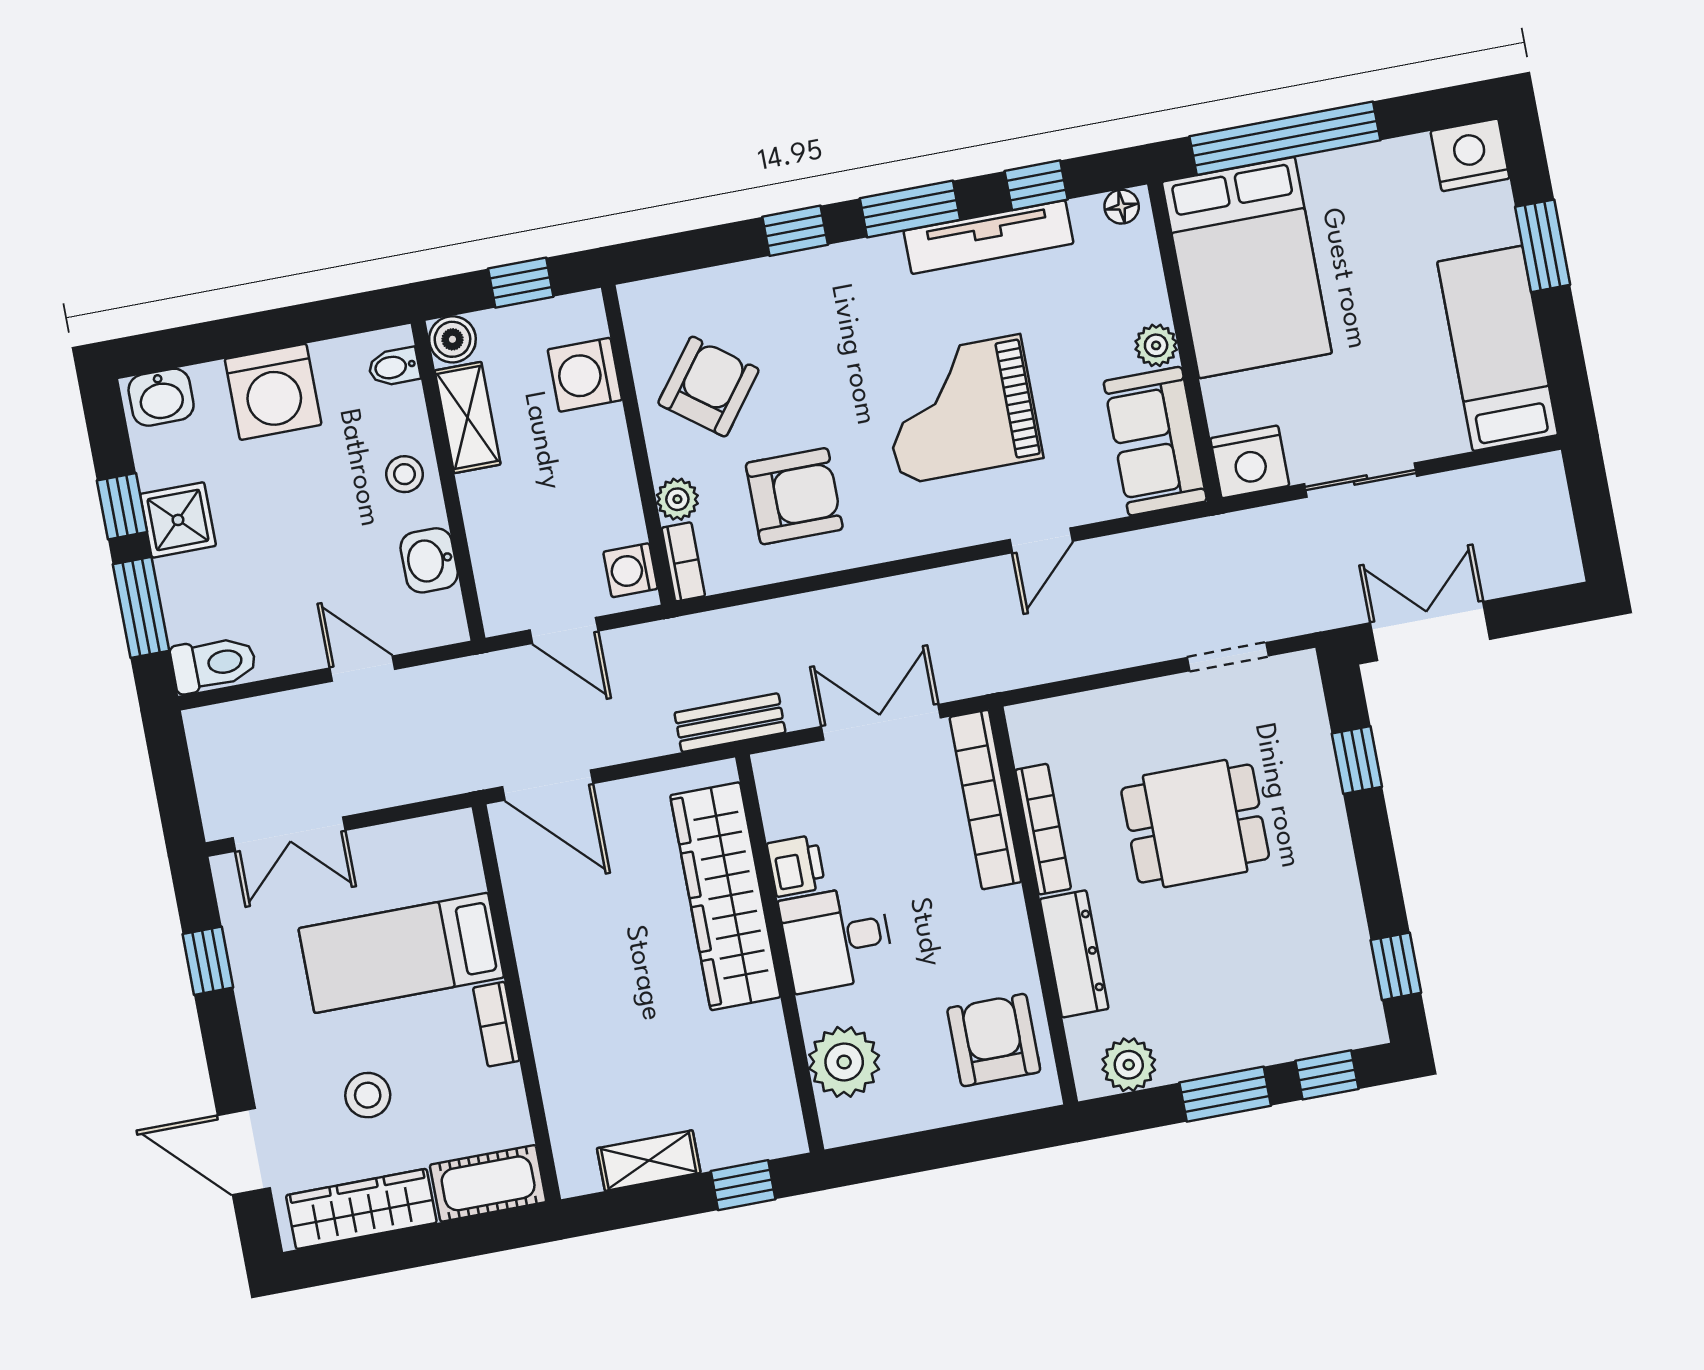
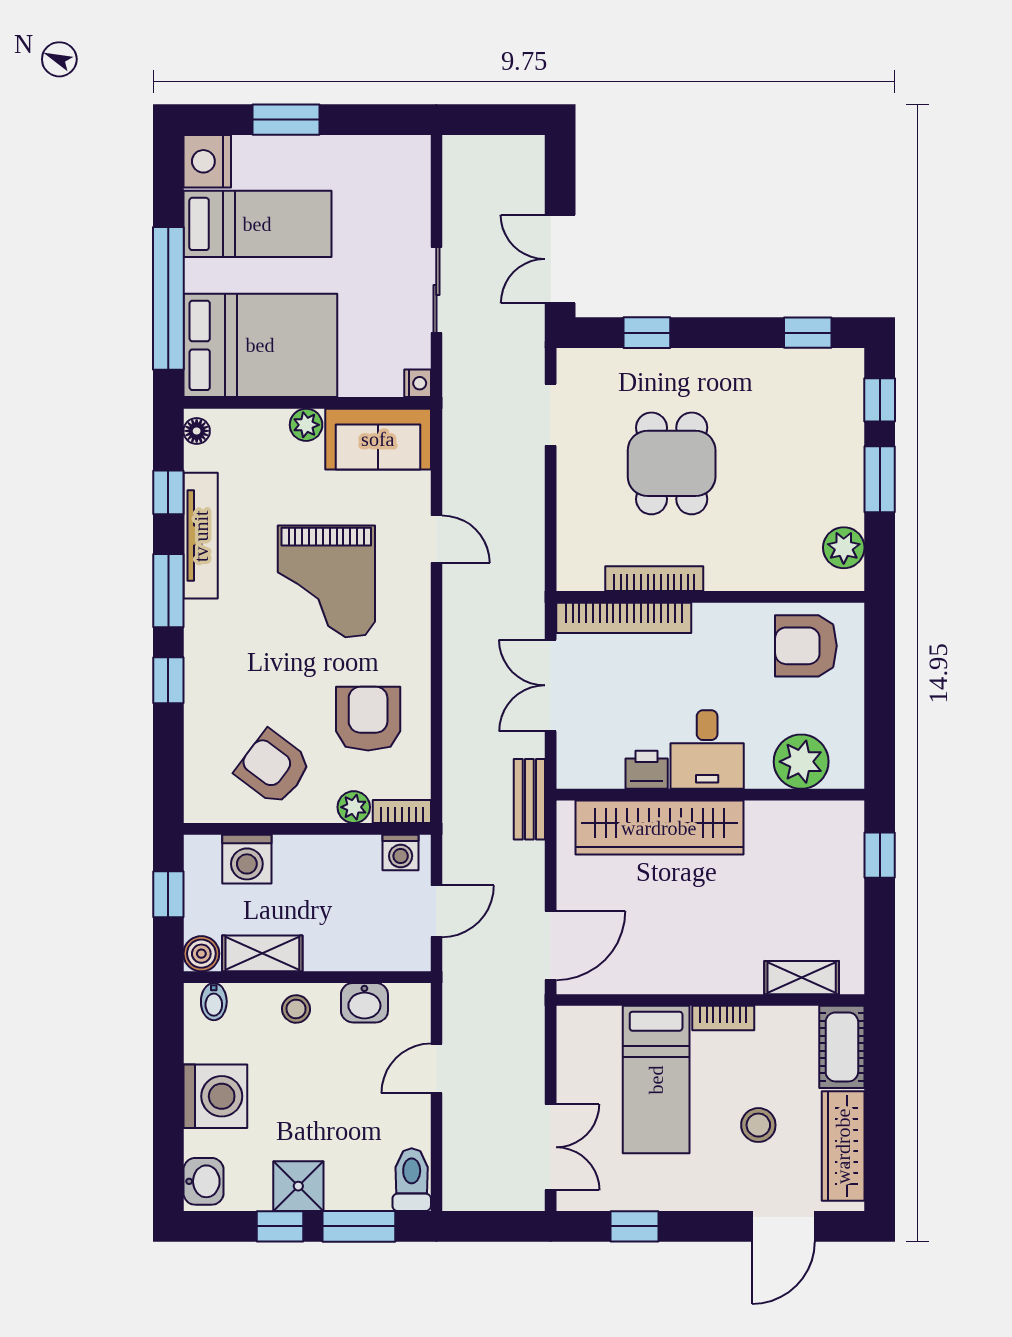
bed: (1498, 348) -> (257, 224), moved, turned 180
nightstand: (1250, 462) -> (418, 383), width x0.53, depth x0.56
dresser: (1074, 954) -> (752, 573), removed
shelving: (649, 1161) -> (802, 978), moved, turned 90

